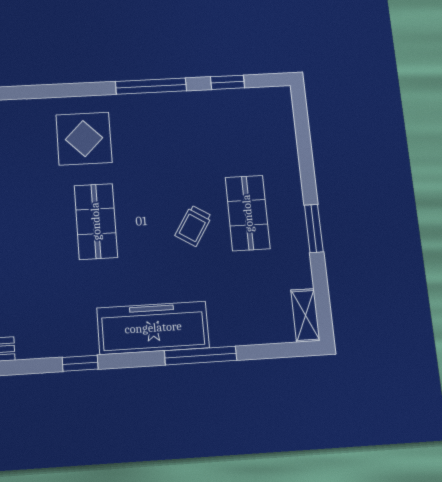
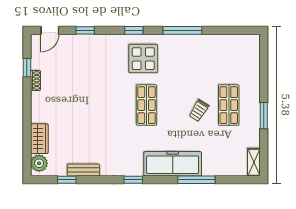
window: (227, 82) -> (134, 30), moved

